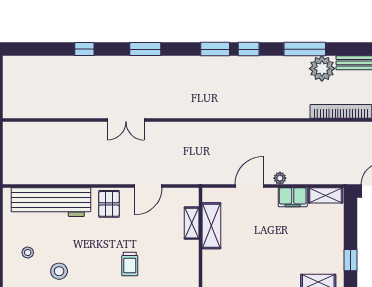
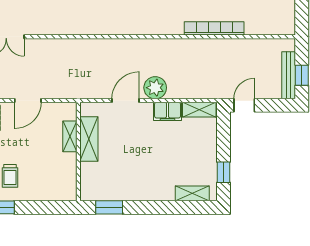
plant: (280, 178) -> (155, 88), width x1.88, depth x1.88

